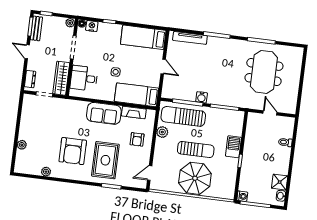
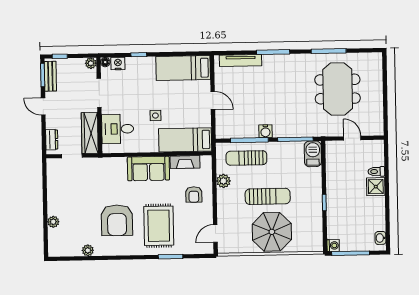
sun lounger: (183, 116) -> (246, 158), width x0.73, depth x0.75
barbecue: (233, 147) -> (313, 154), moved
shower: (280, 182) -> (376, 187), moved

